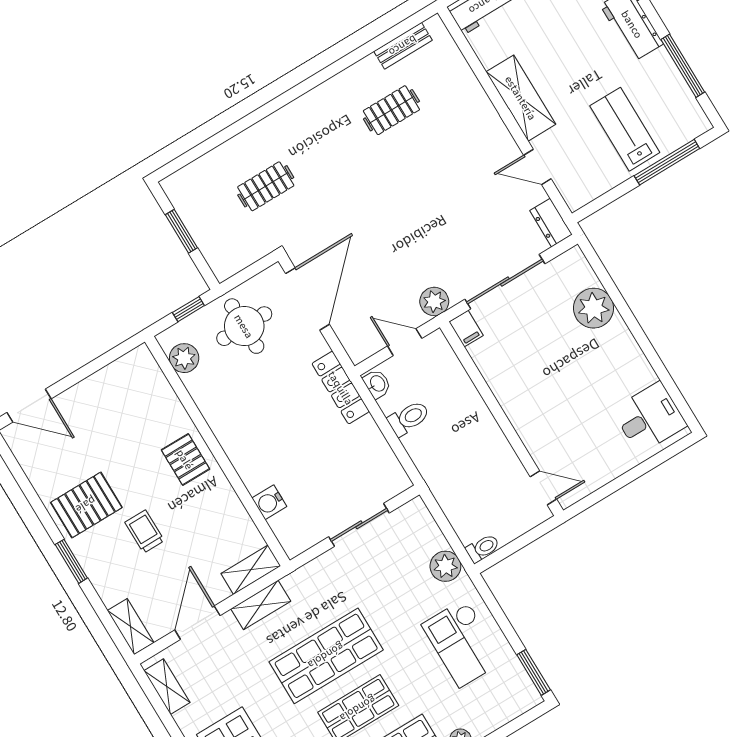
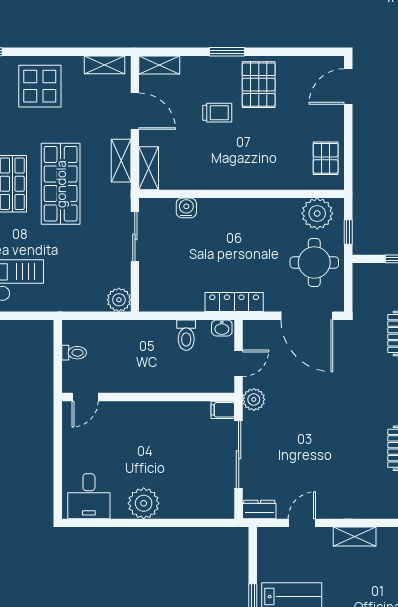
shelving: (521, 98) -> (355, 537), width x0.67, depth x0.75
plant: (594, 308) -> (144, 503), moved
plant: (184, 358) -> (317, 213), width x1.36, depth x1.36
pallet: (185, 459) -> (326, 158), moved, turned 90
sliding door: (359, 525) -> (135, 237), moved
toilet: (483, 548) -> (74, 353), moved, turned -90
plant: (445, 566) -> (119, 300), moved

